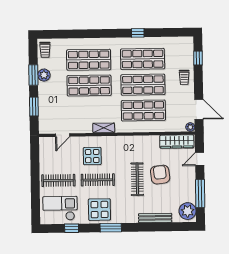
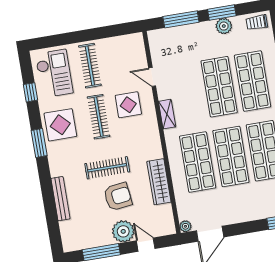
trolley: (184, 77) -> (249, 208), removed
window: (34, 107) -> (181, 19), width x1.44
door: (63, 135) -> (152, 77), moved
wardrobe: (177, 141) -> (159, 182), moved
plant: (188, 211) -> (123, 231), moved

